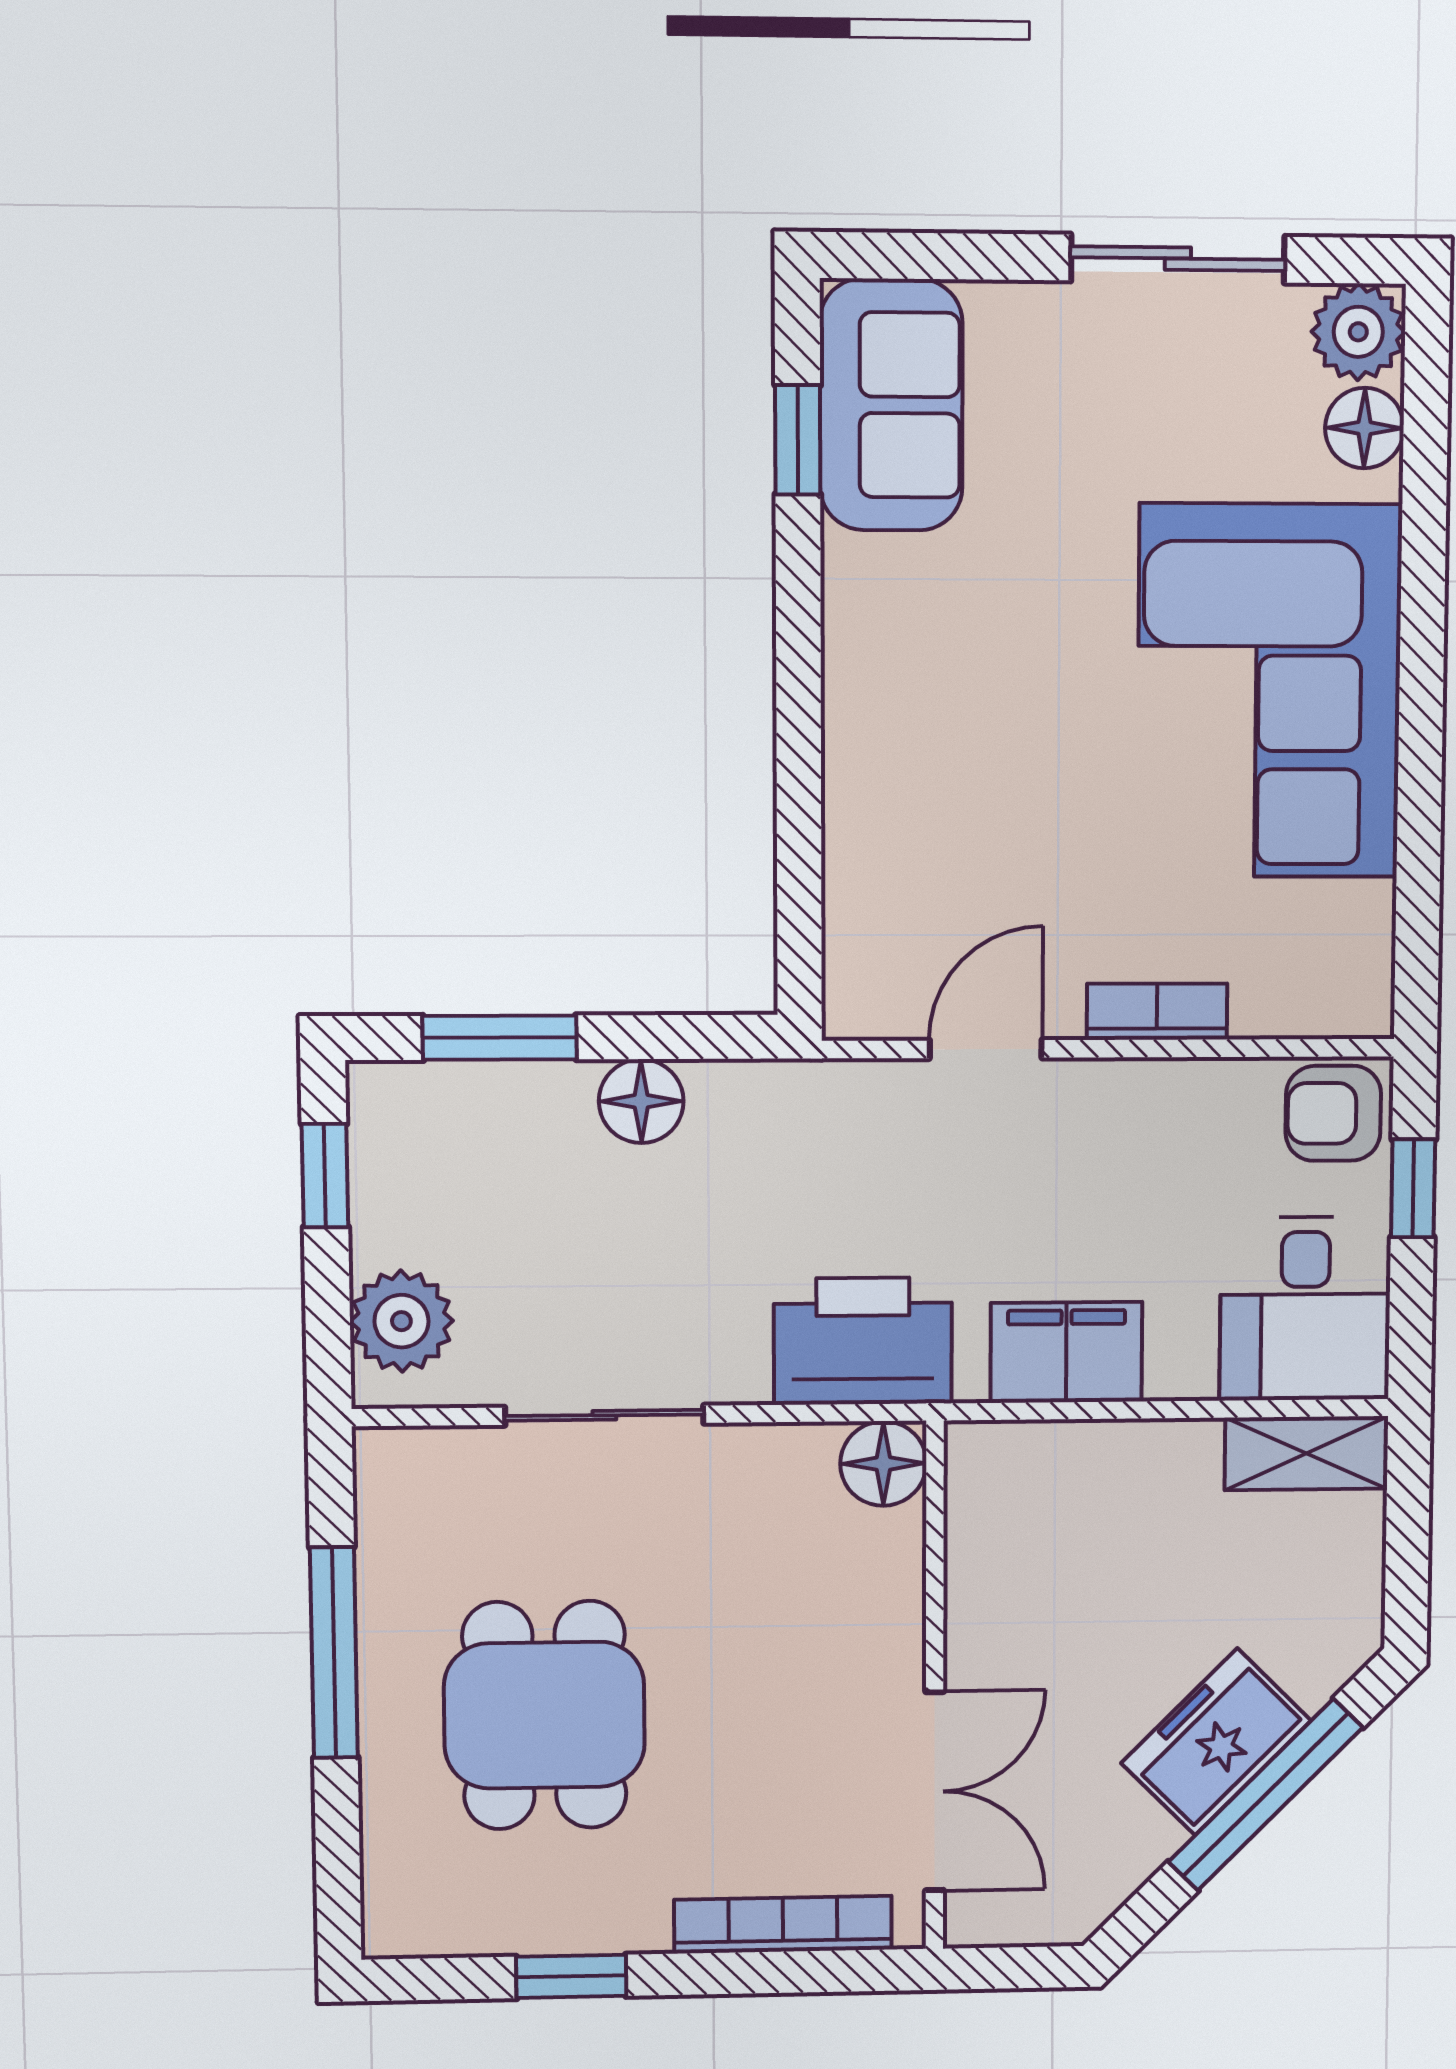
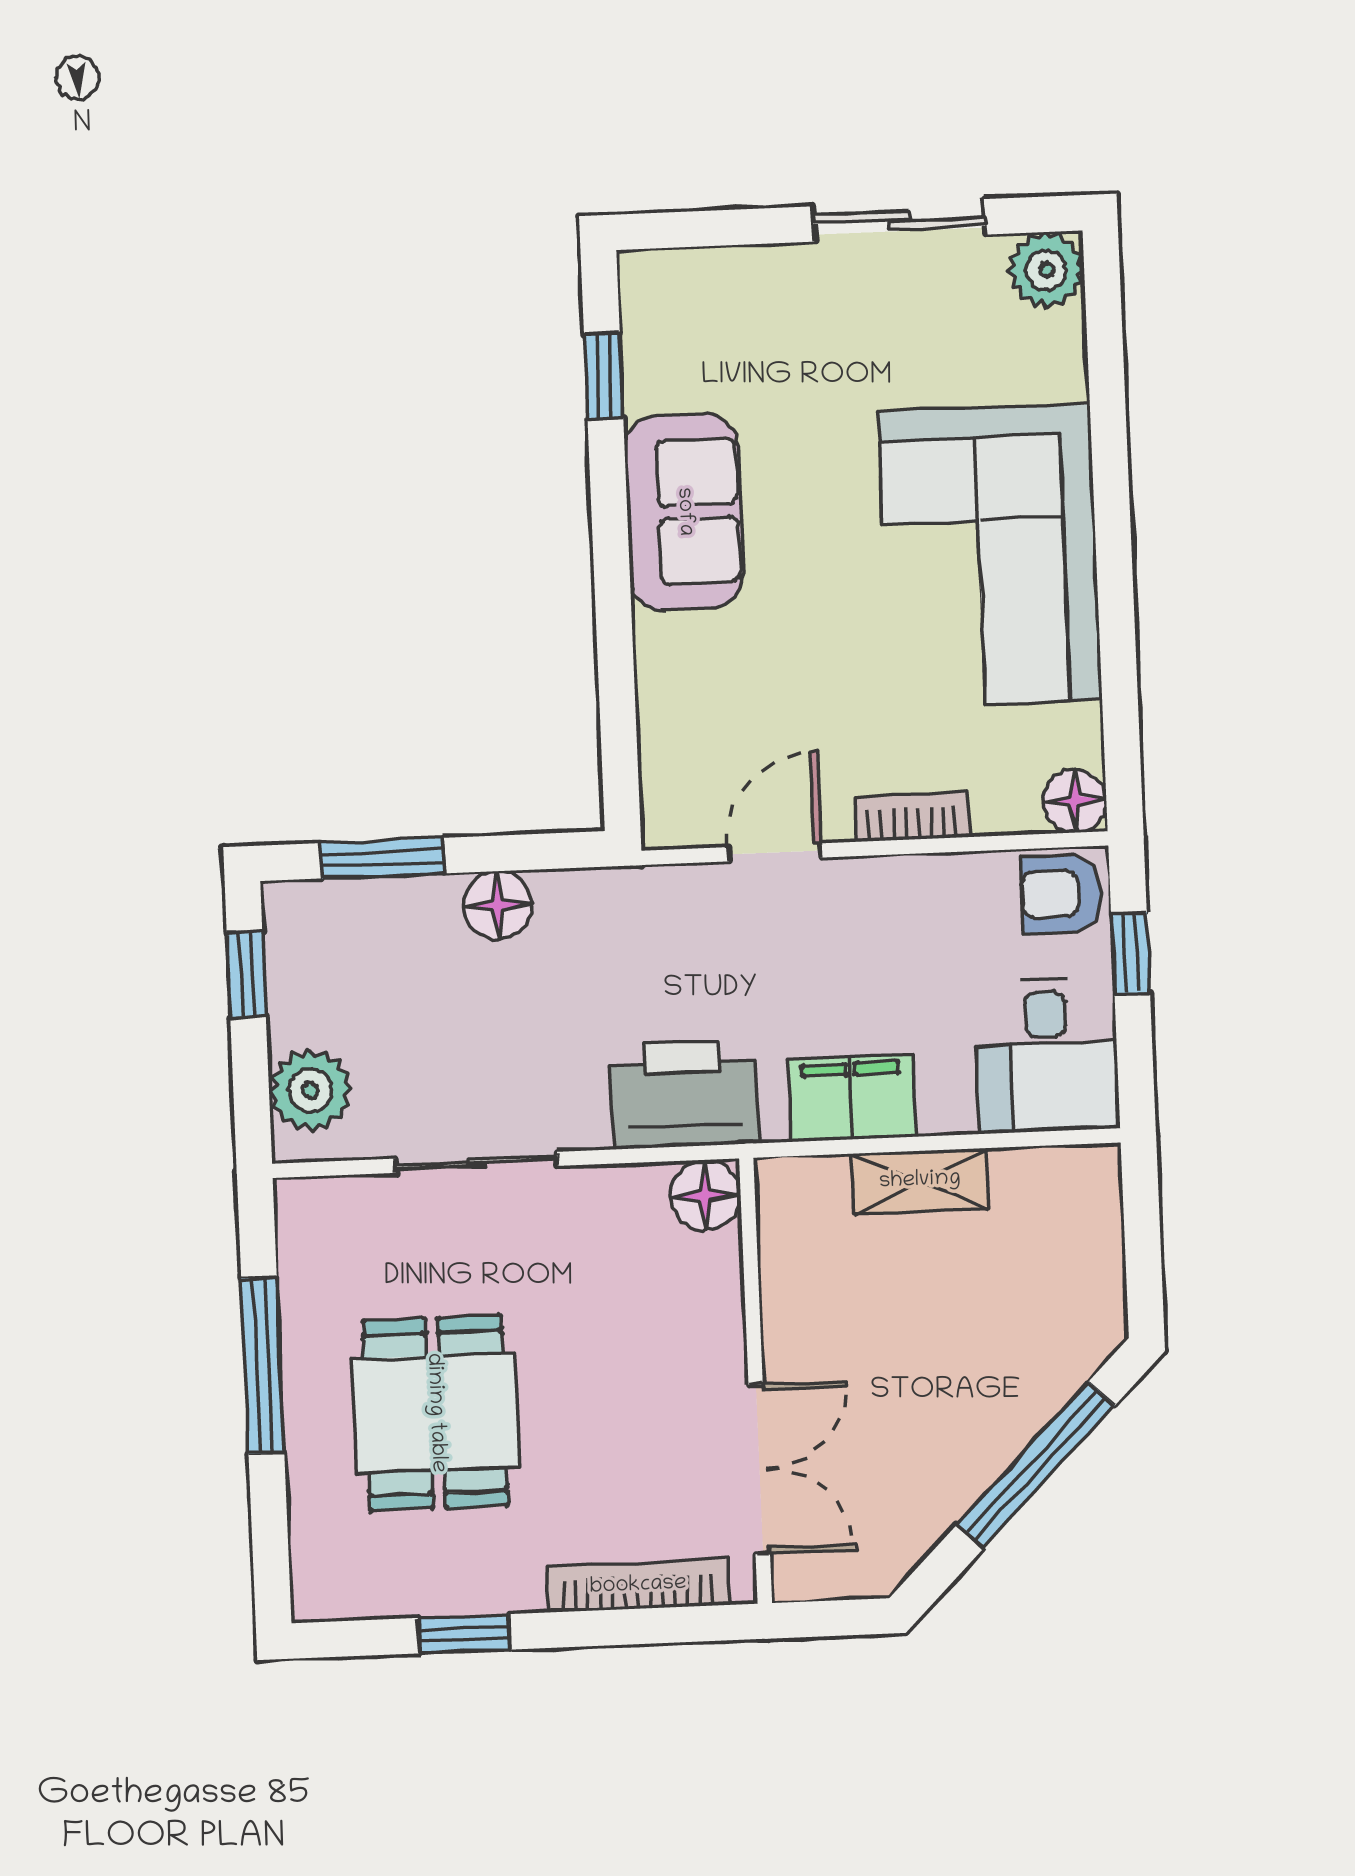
sofa: (891, 405) -> (684, 512), moved
floor lamp: (1364, 428) -> (1075, 801), moved
shelving: (1306, 1453) -> (920, 1181), moved
freezer: (1216, 1742) -> (992, 1421), removed

